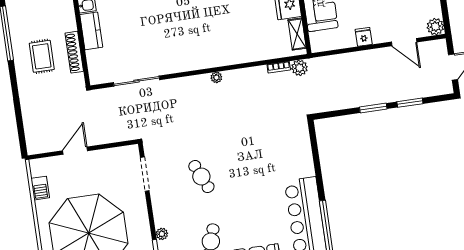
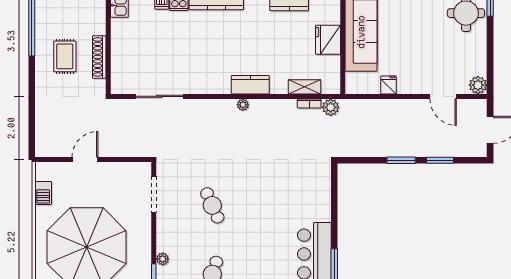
kitchen counter: (91, 31) -> (250, 85), moved, turned -90
shelving: (297, 34) -> (305, 87), moved, turned 90
fridge: (364, 37) -> (388, 85), moved

